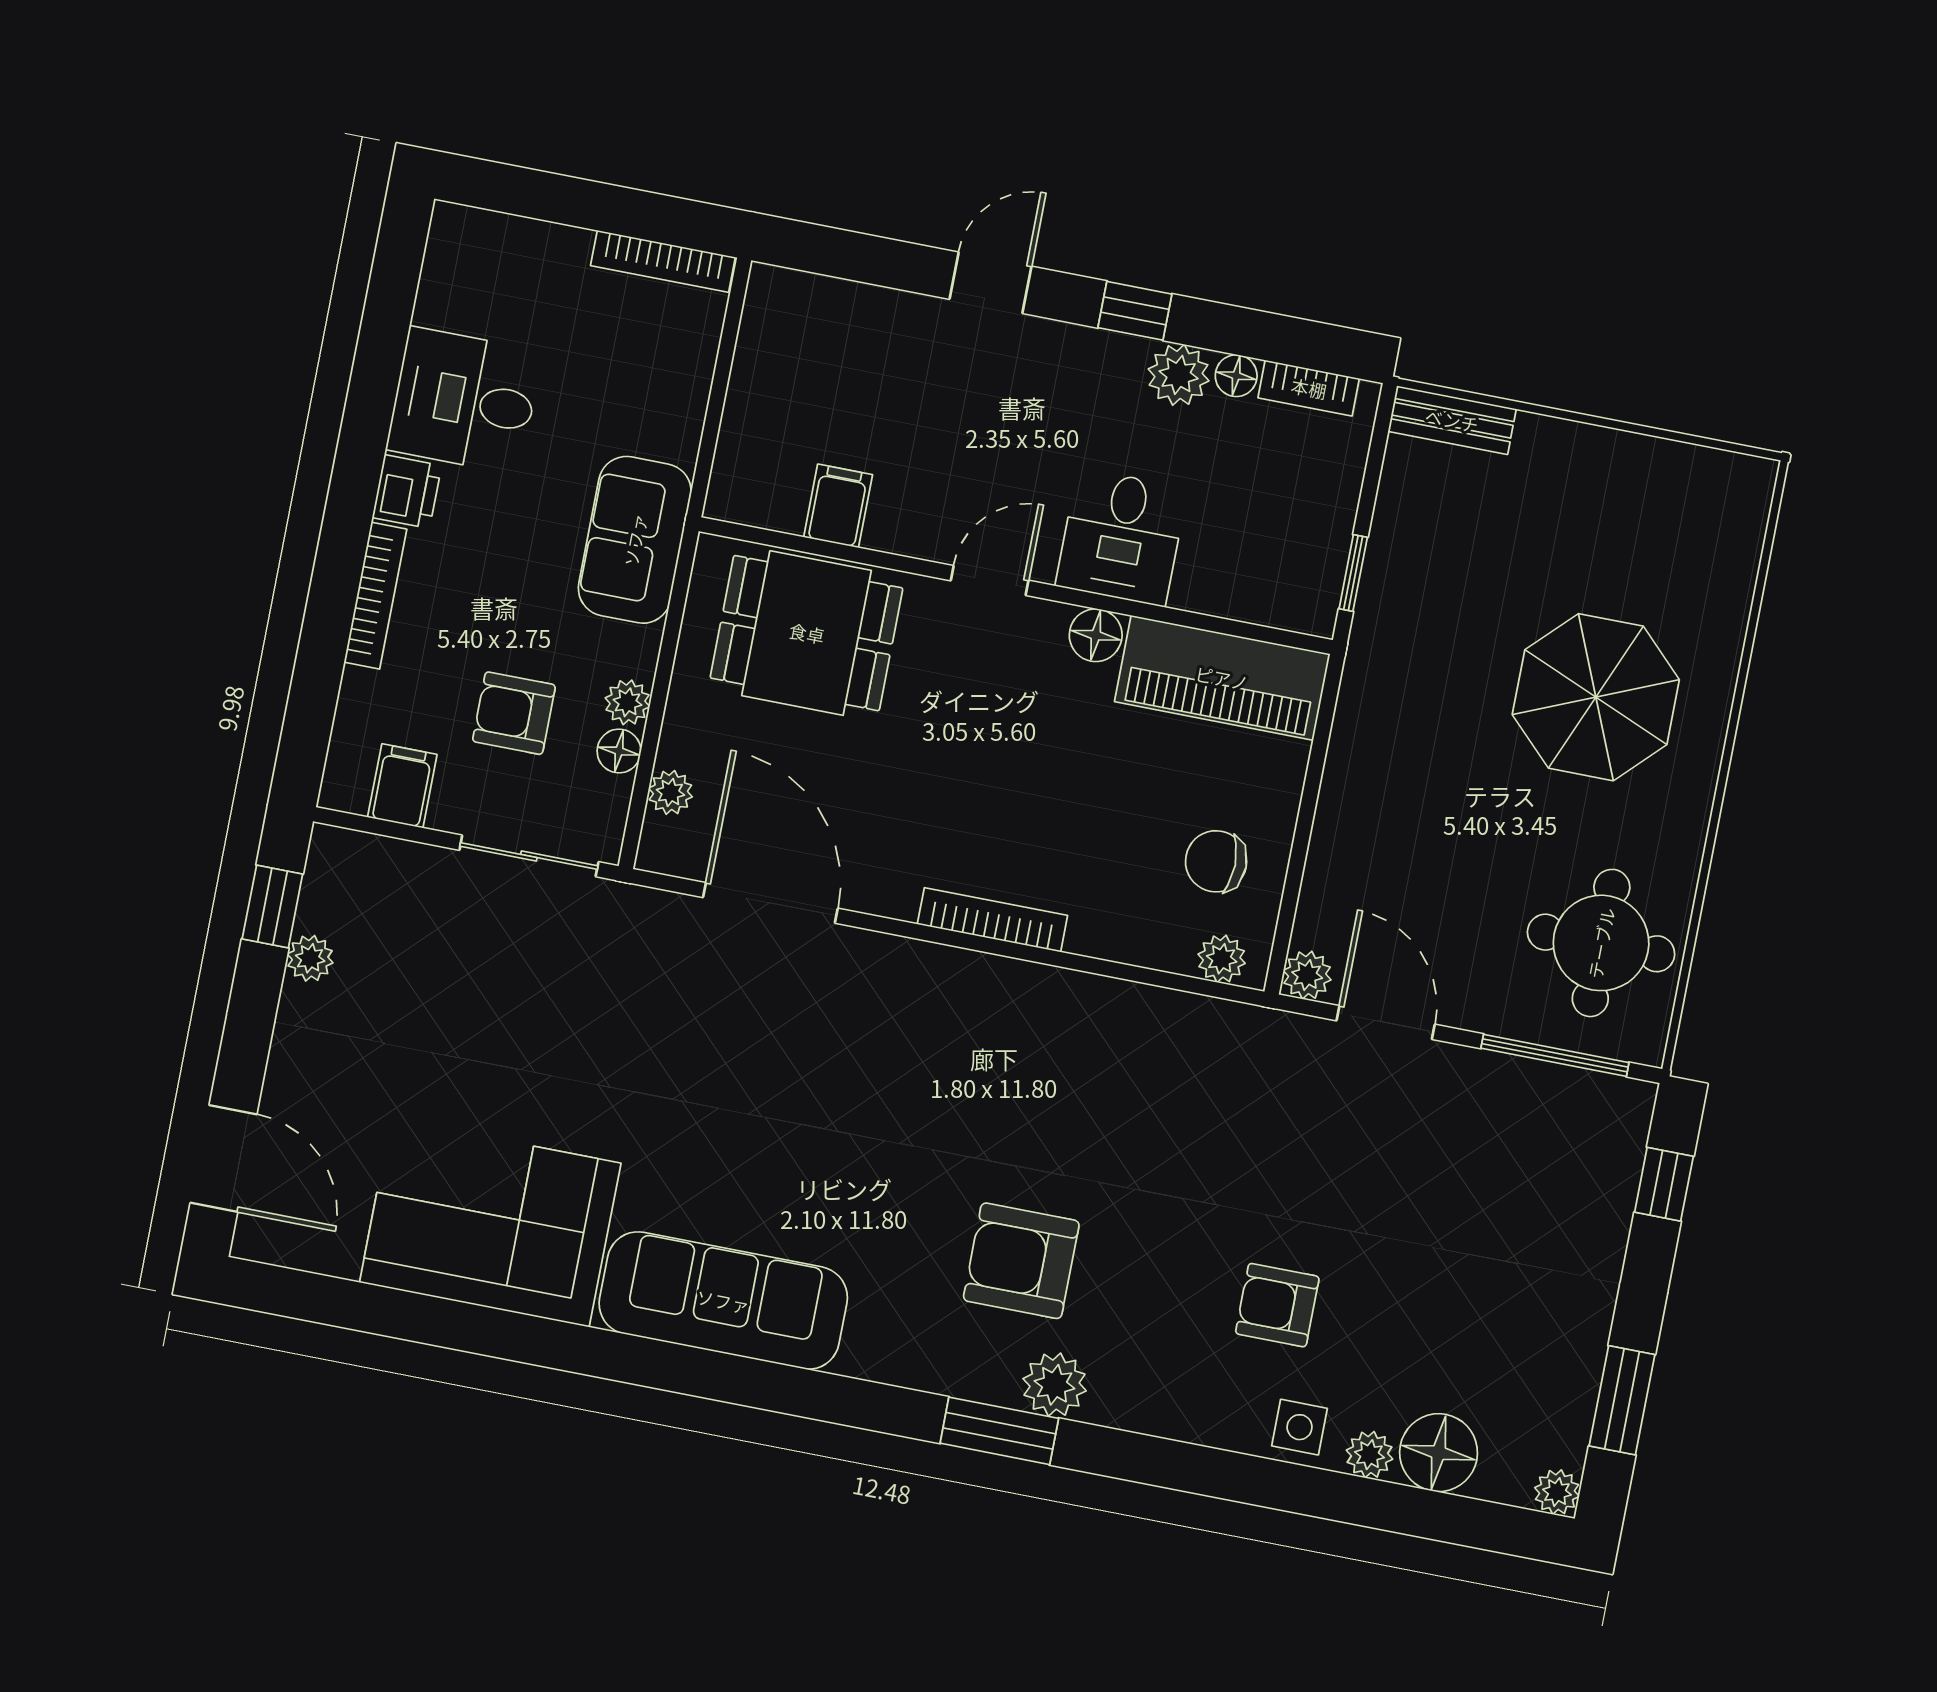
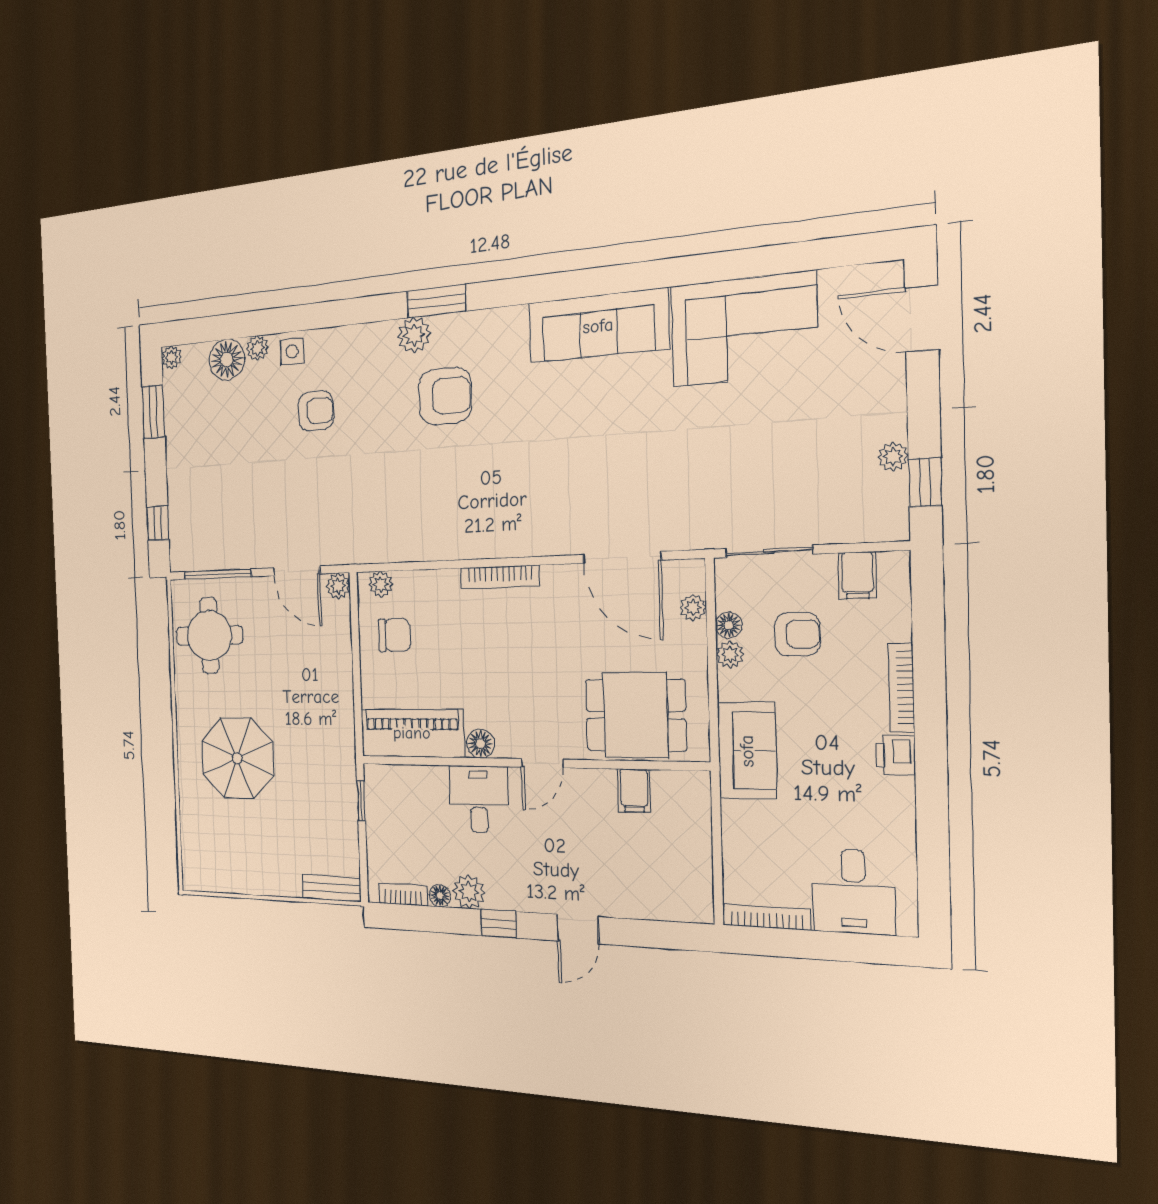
desk: (464, 401) -> (853, 892), moved, turned 90

